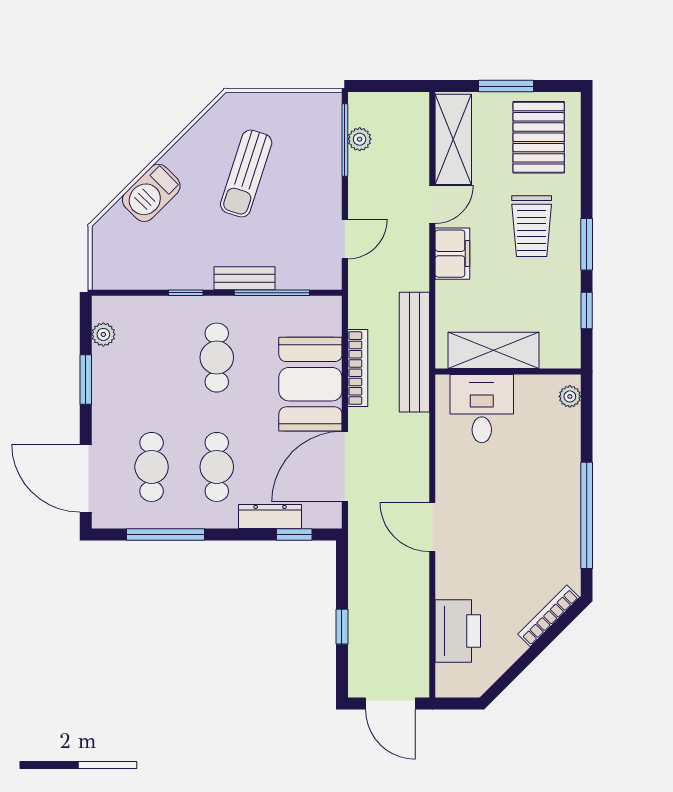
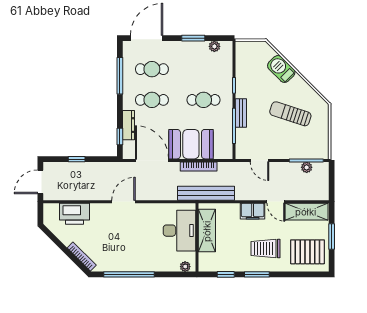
desk: (482, 409) -> (179, 231), width x1.37

